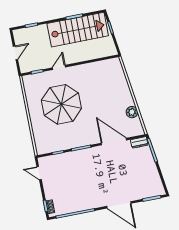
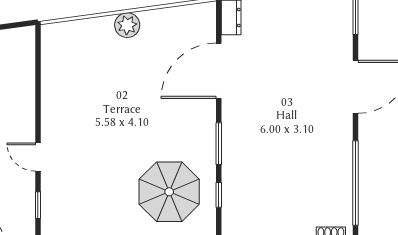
parasol: (61, 104) -> (169, 192), moved, width x0.73, depth x0.73
plant: (132, 112) -> (127, 25), moved

